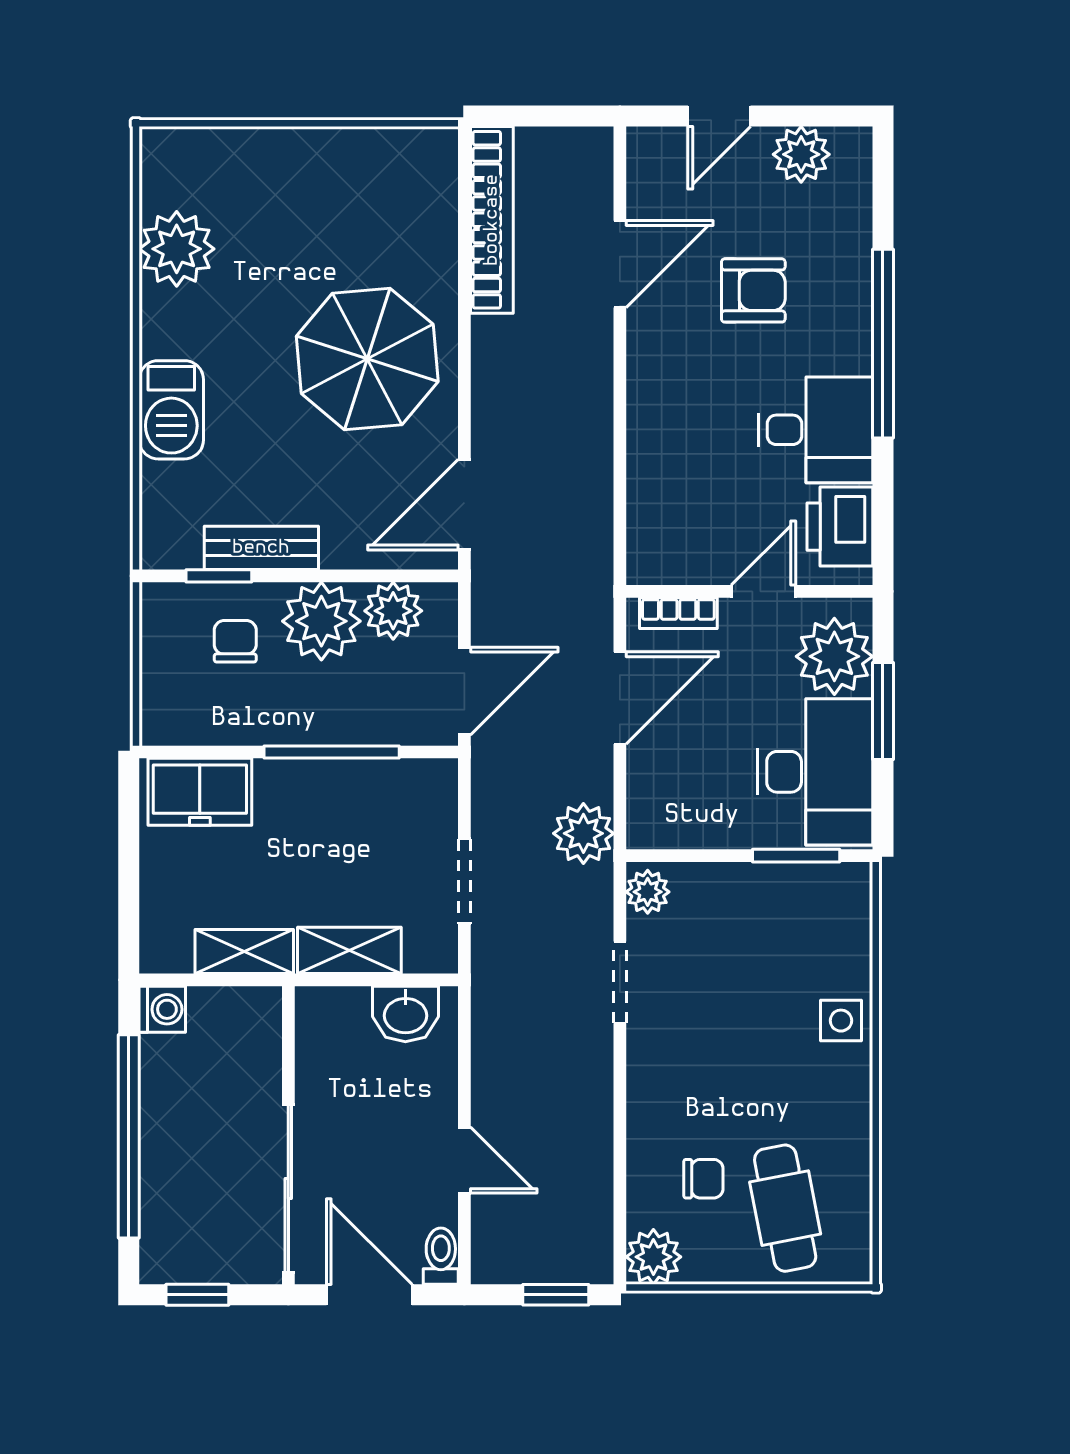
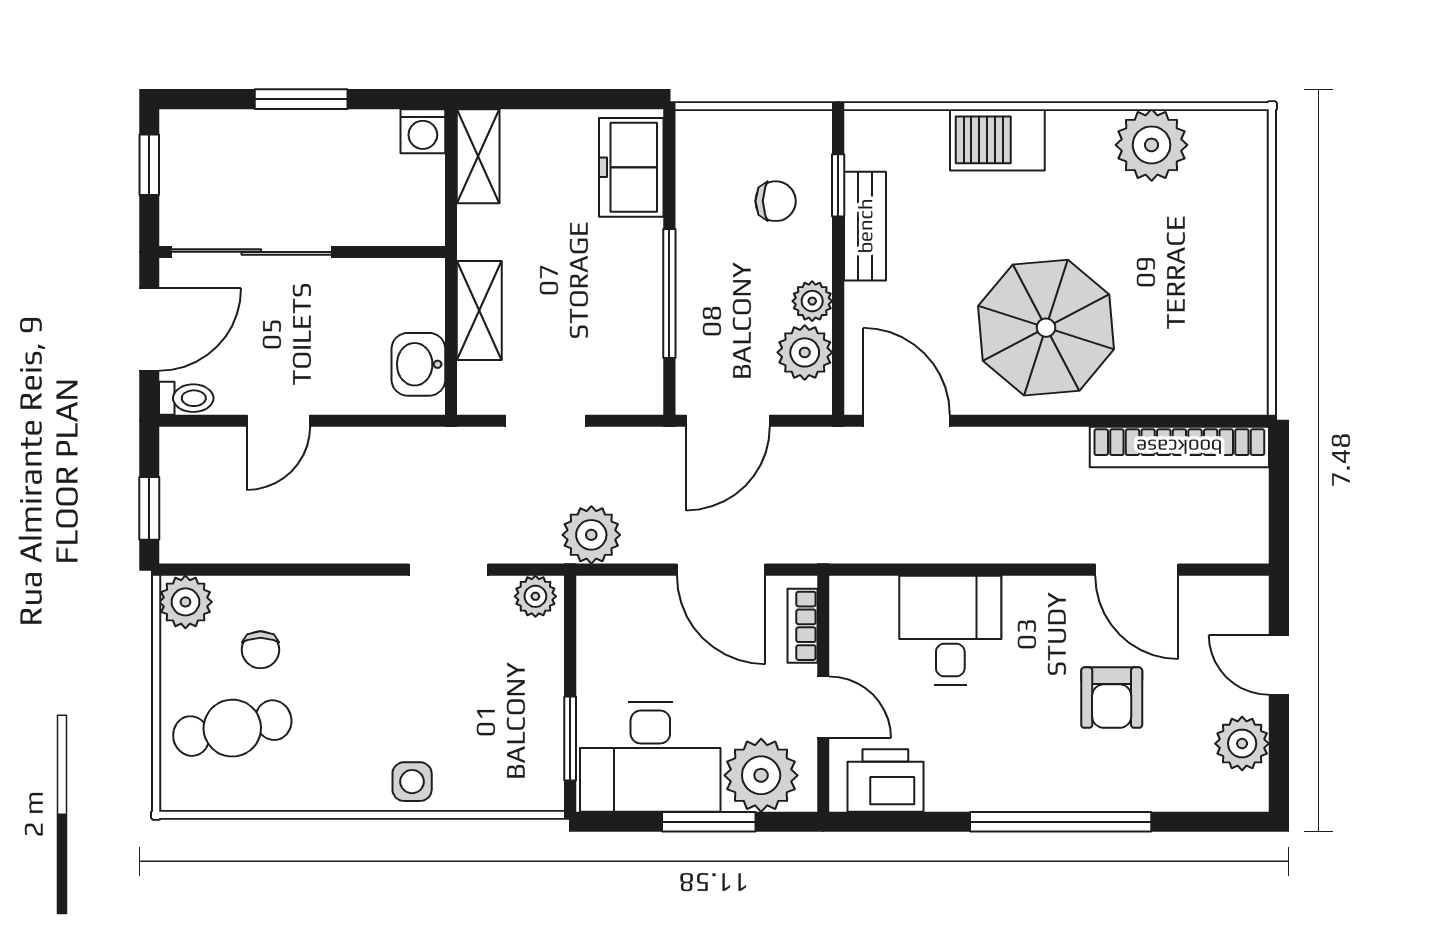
desk: (815, 430) -> (950, 630), moved, turned 180
plant: (321, 621) -> (812, 301), width x0.53, depth x0.53
door: (464, 691) -> (728, 421), hinge flipped
shelving: (244, 952) -> (478, 156), moved
window: (129, 1136) -> (301, 99), width x0.47

